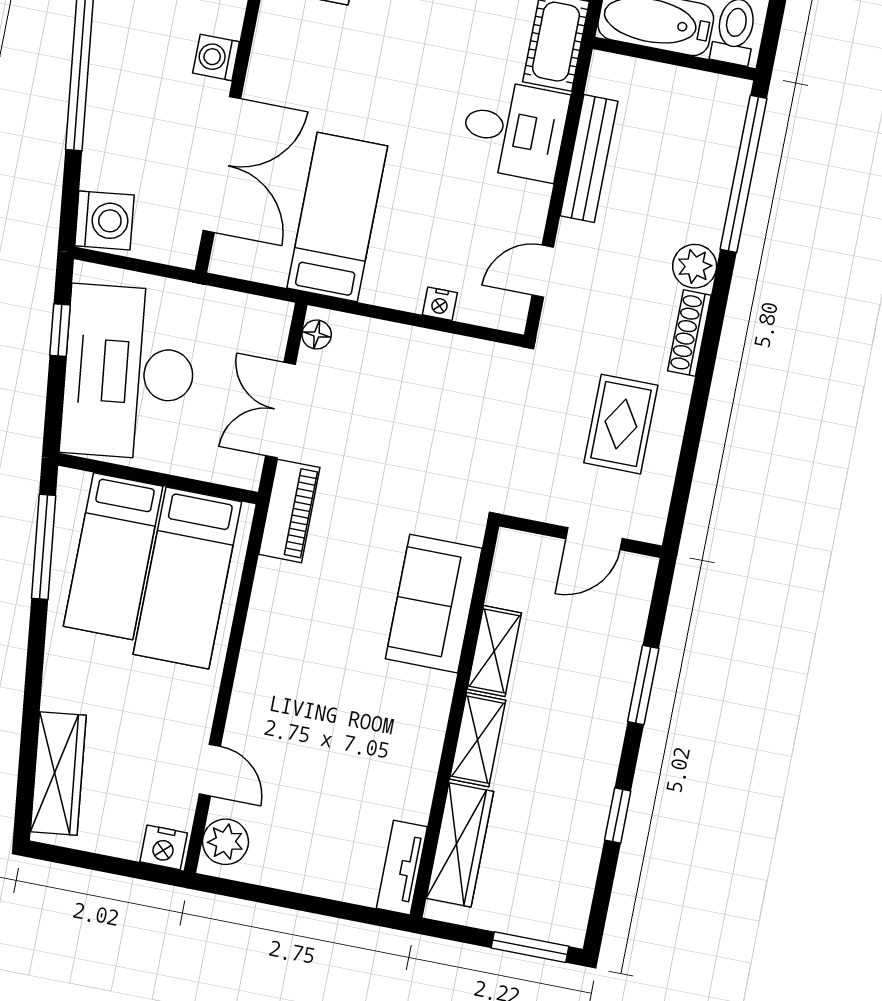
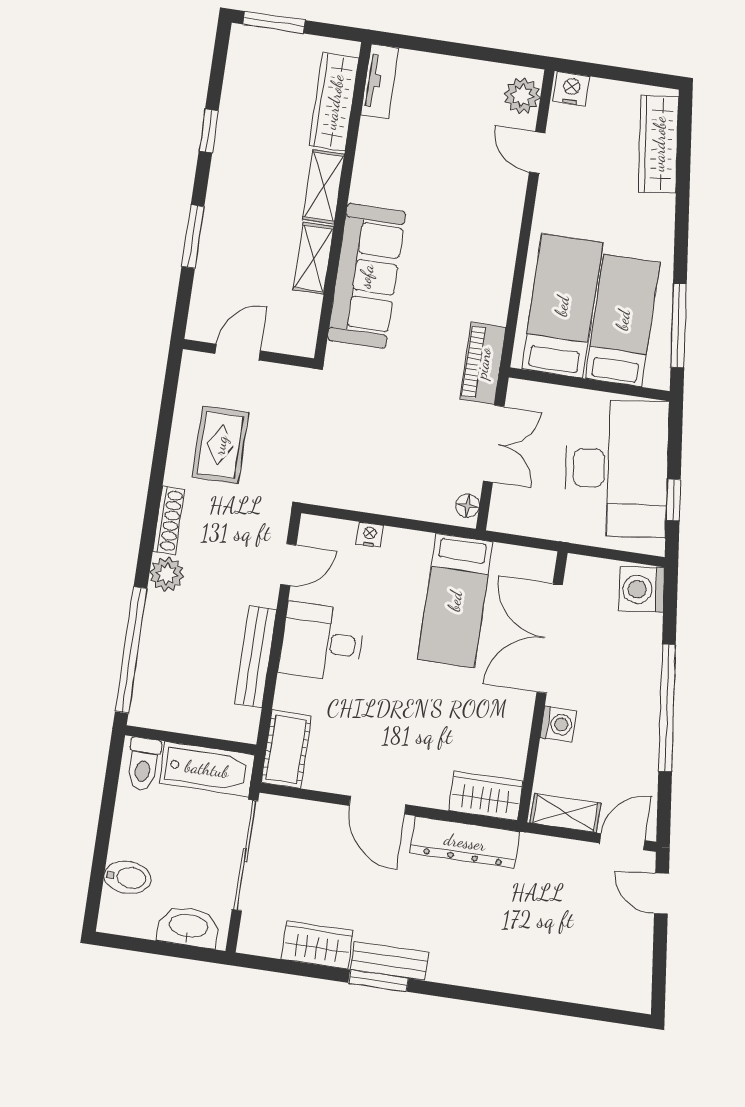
desk: (514, 130) -> (322, 642), moved
sofa: (434, 604) -> (366, 276), width x1.36

